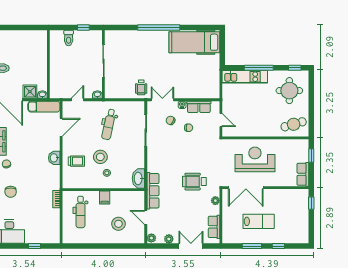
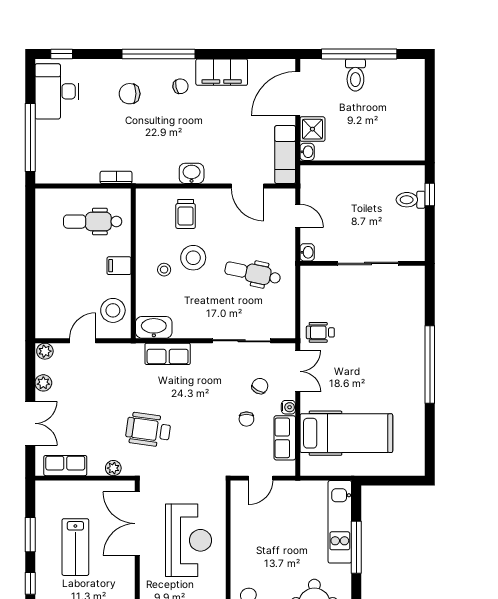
window: (83, 27) -> (430, 194), moved
hospital bed: (194, 42) -> (346, 433), moved, turned 90
wheelchair: (194, 182) -> (148, 430), turned -82
row of seats: (153, 191) -> (168, 354), moved, width x0.68
stool: (118, 224) -> (113, 310), moved
window: (35, 246) -> (30, 137), width x3.17

